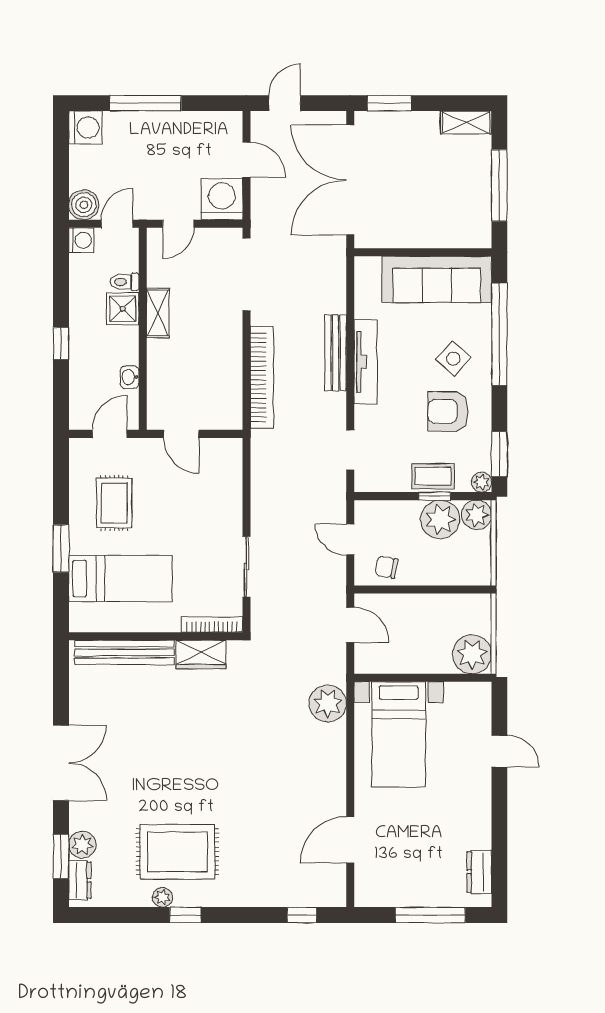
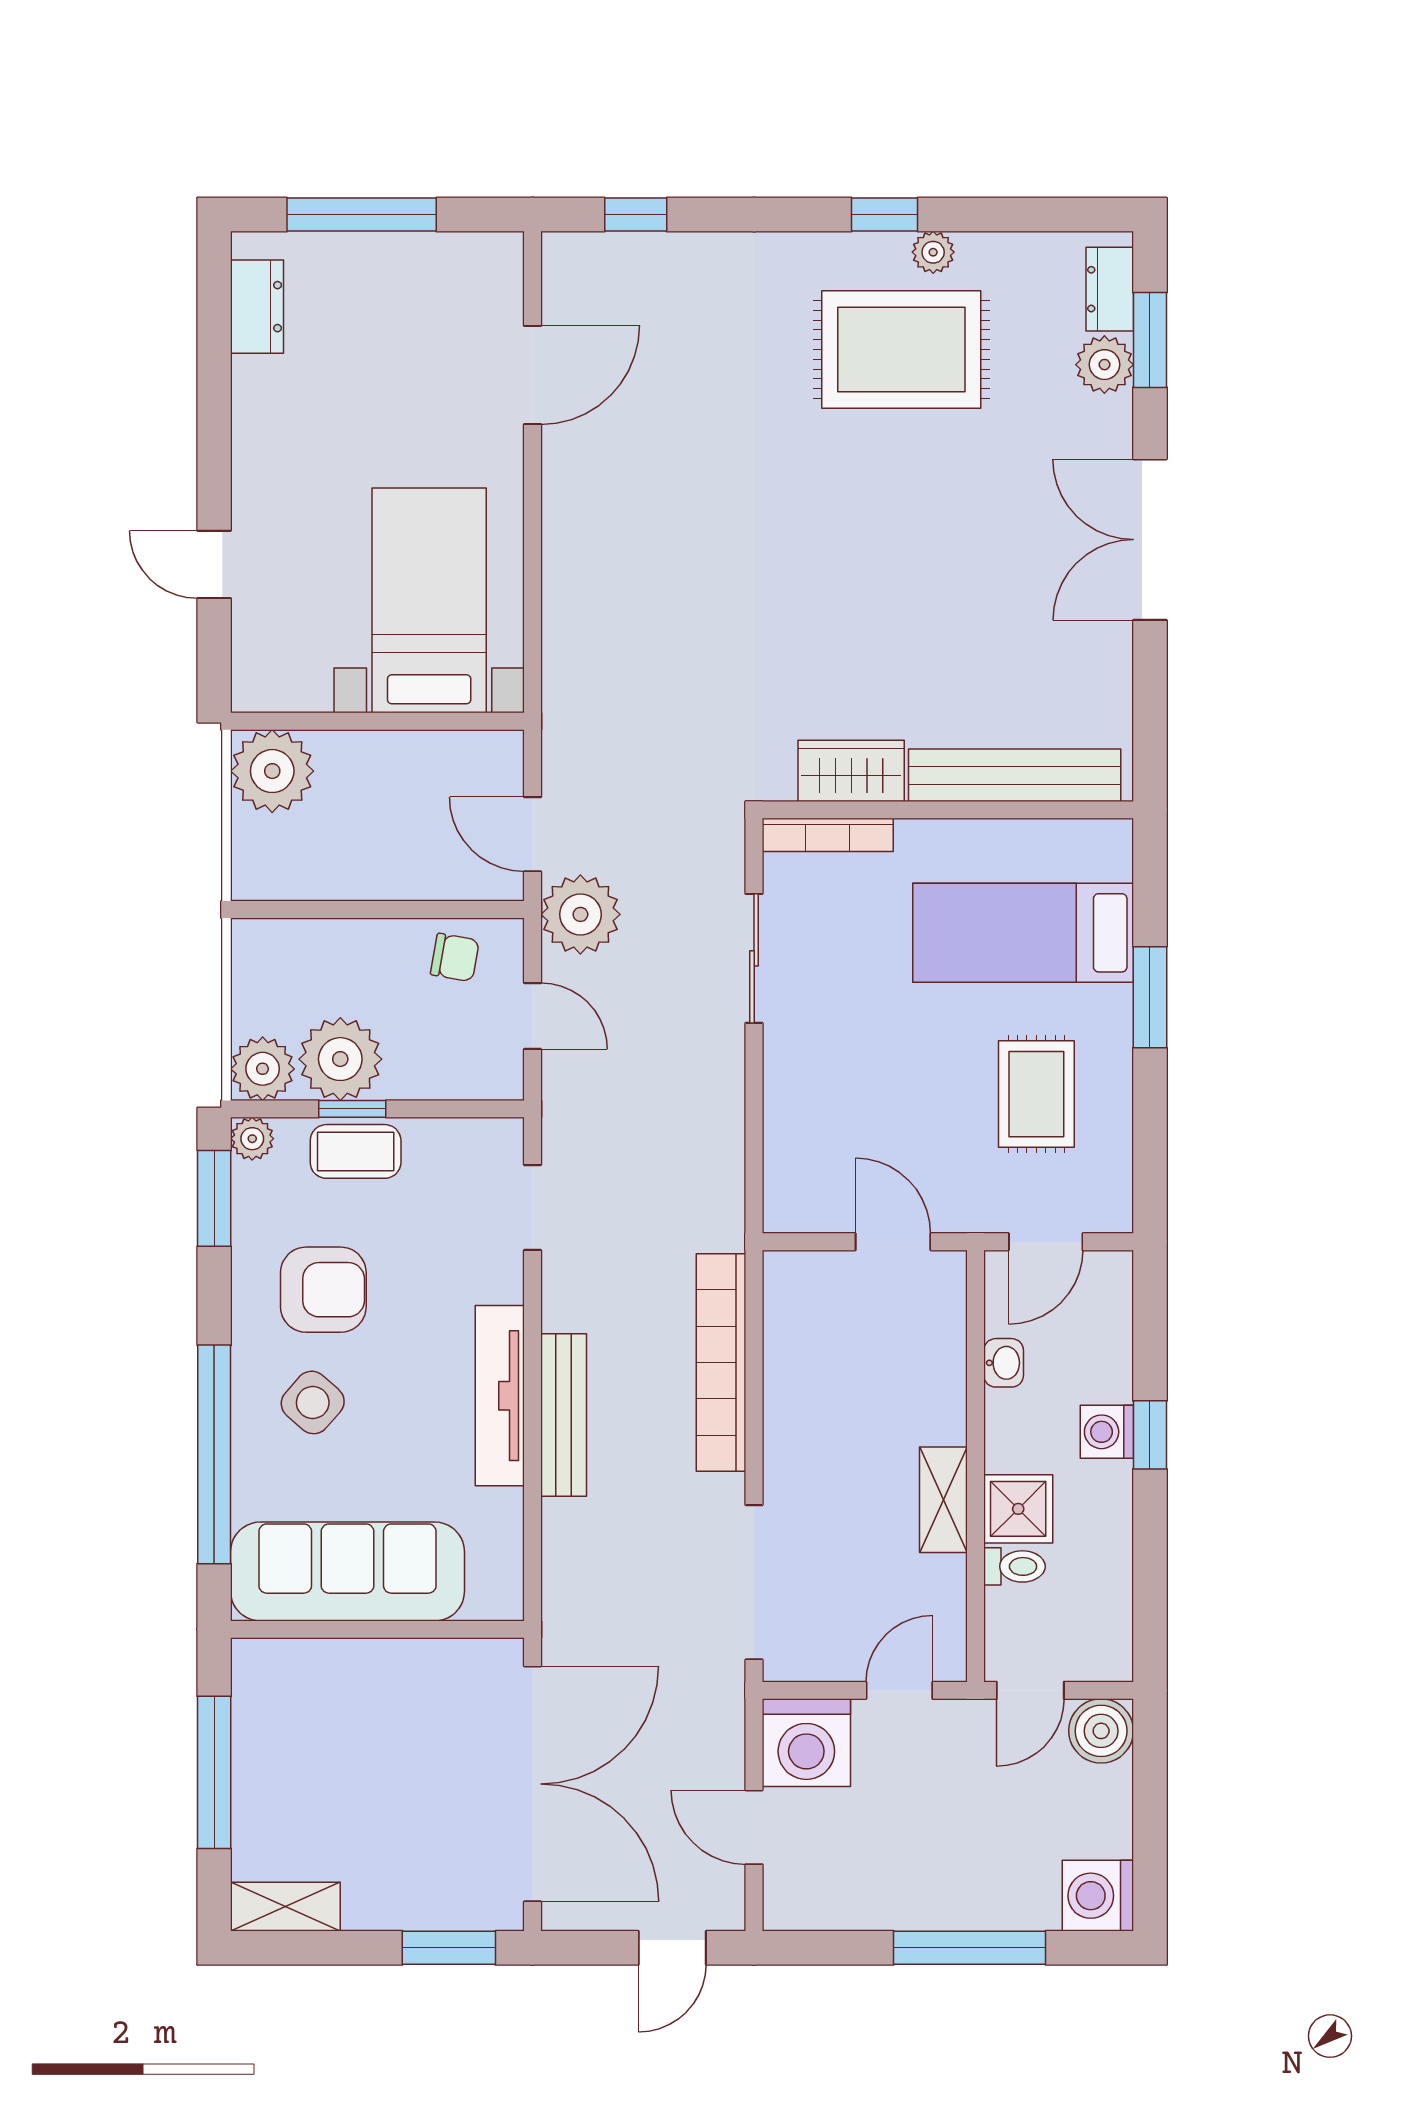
washing machine: (81, 240) -> (1107, 1432), moved
plant: (328, 703) -> (580, 914), moved

